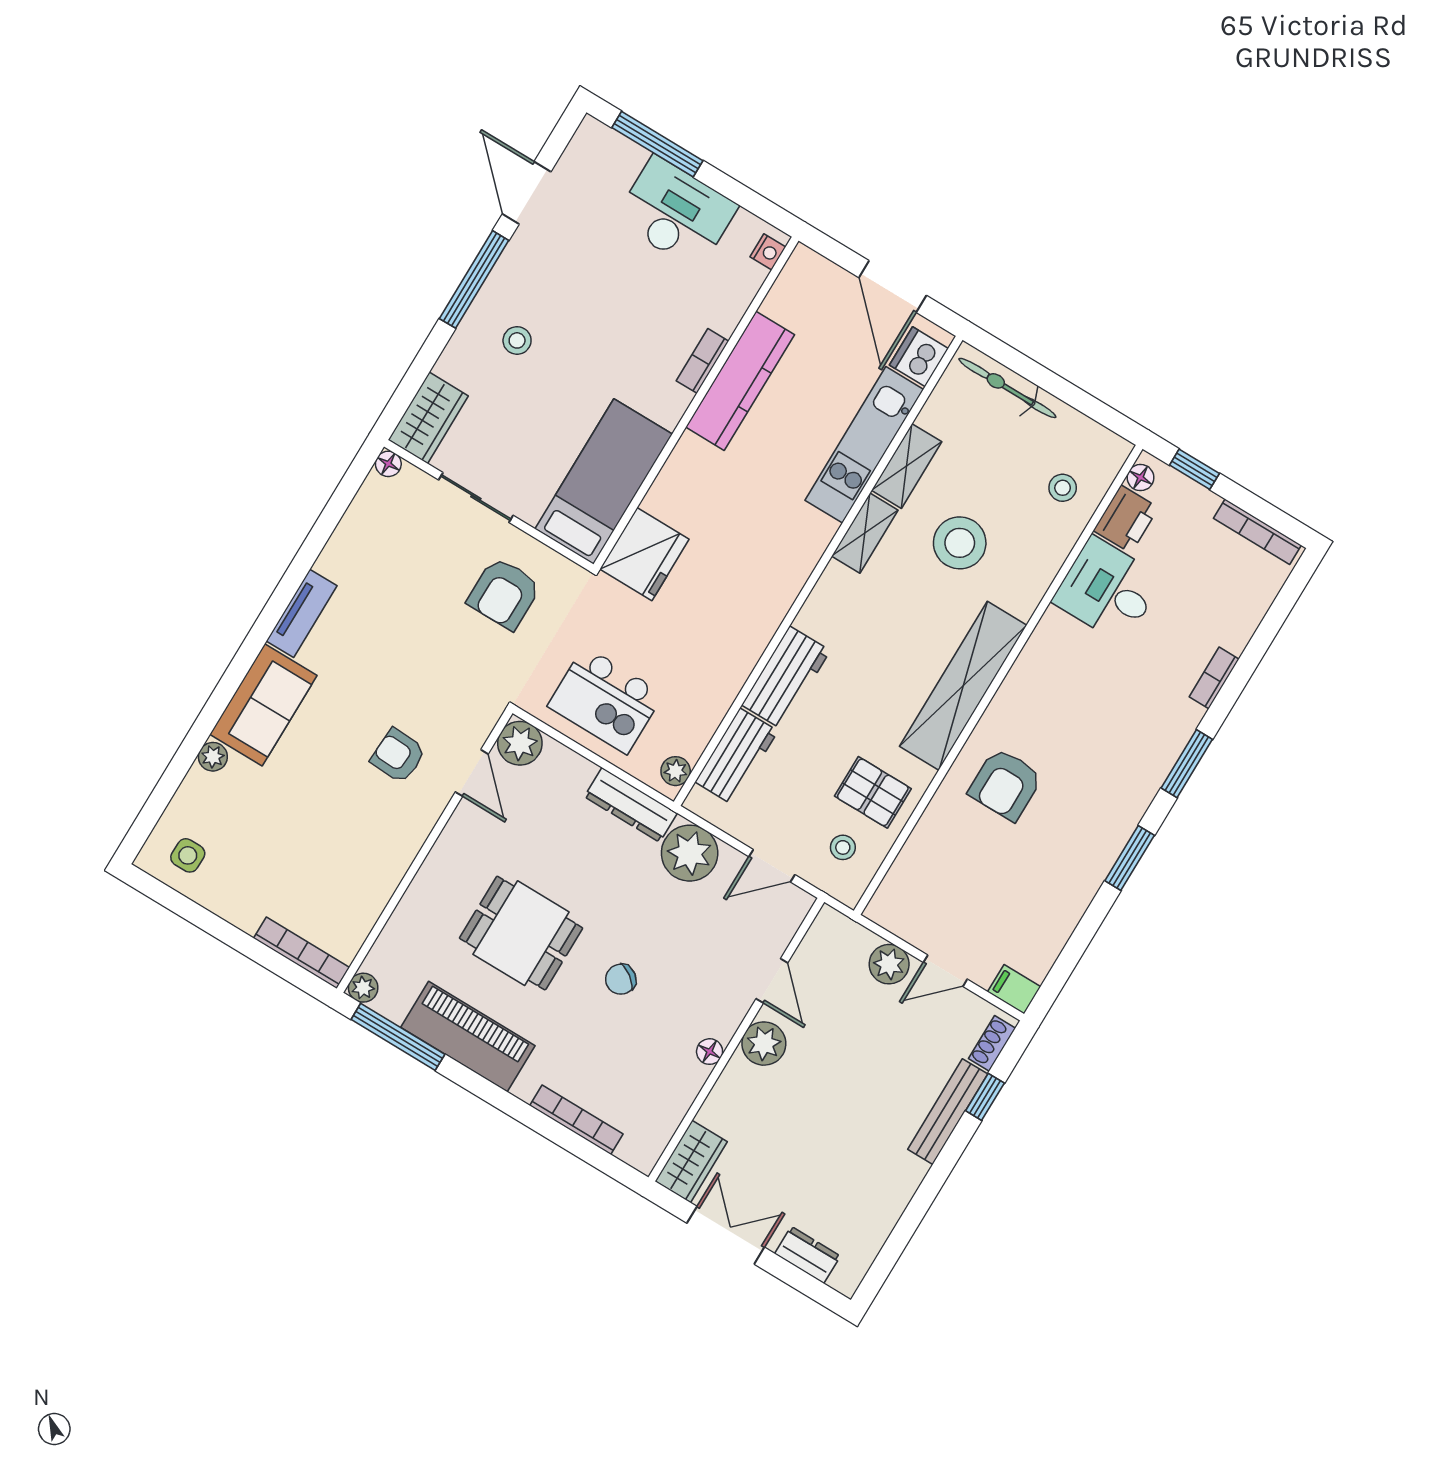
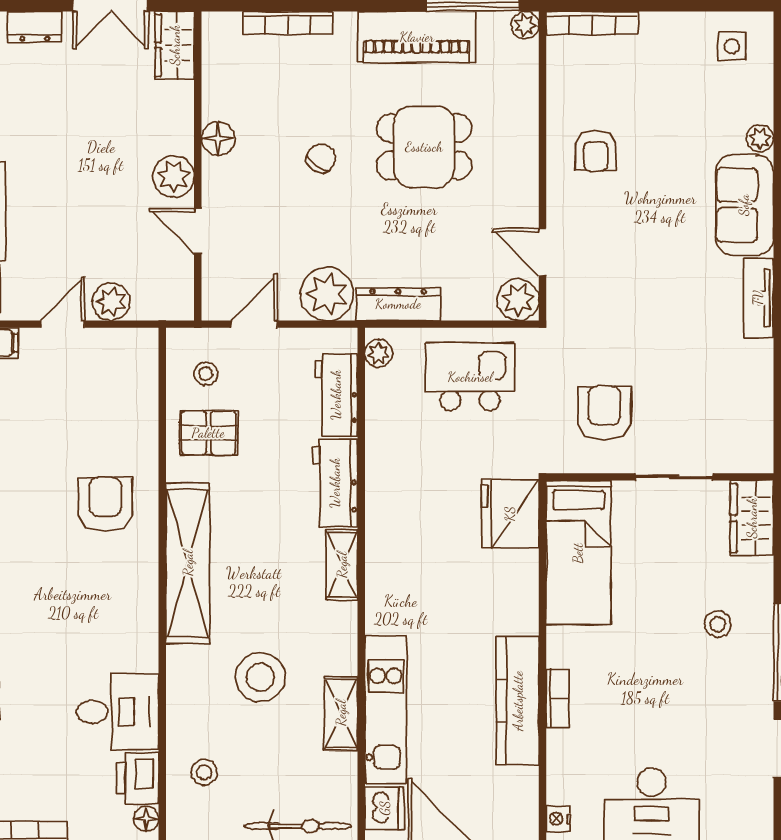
floor lamp: (388, 464) -> (761, 461), removed
shelving: (865, 533) -> (342, 565), moved
armchair: (398, 756) -> (596, 151), moved, turned 87
floor lamp: (710, 1052) -> (218, 139), width x1.37, depth x1.37

